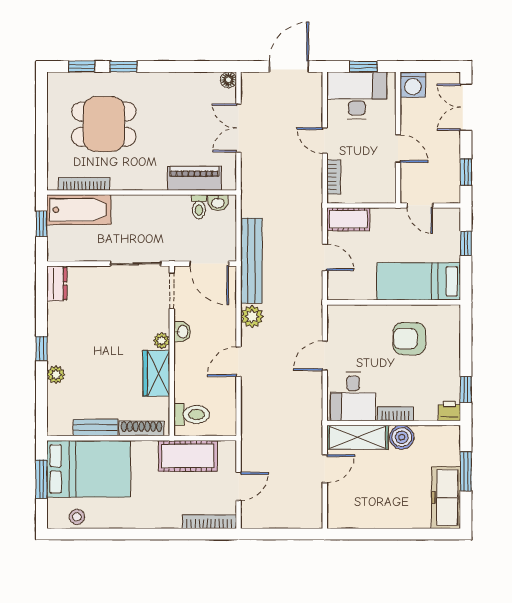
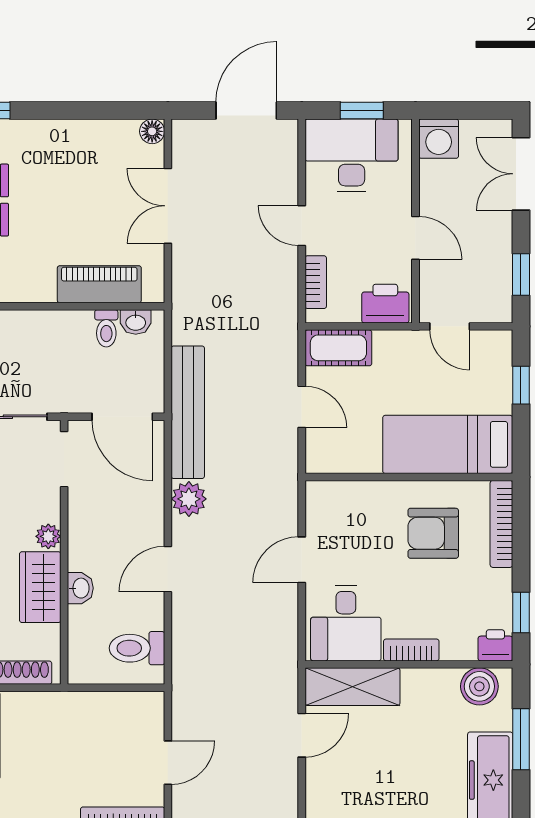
printer: (379, 191) -> (385, 304), added
washbasin: (182, 332) -> (80, 588), moved
bookcase: (453, 333) -> (501, 524), added
toilet: (192, 414) -> (137, 648), moved, turned 180
boiler: (402, 437) -> (479, 686), moved
cot: (188, 456) -> (89, 715), removed

